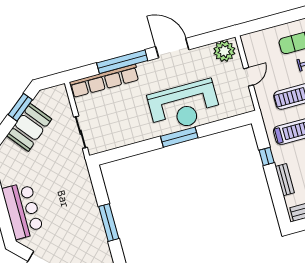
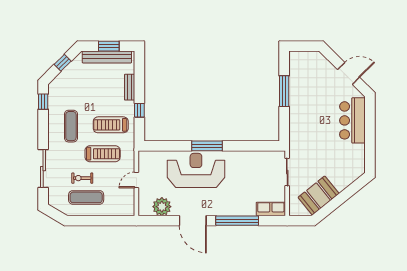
plant: (224, 51) -> (162, 207), moved
row of seats: (104, 81) -> (271, 209), width x0.50
window: (20, 107) -> (331, 206), removed
booth: (29, 127) -> (319, 195), moved

